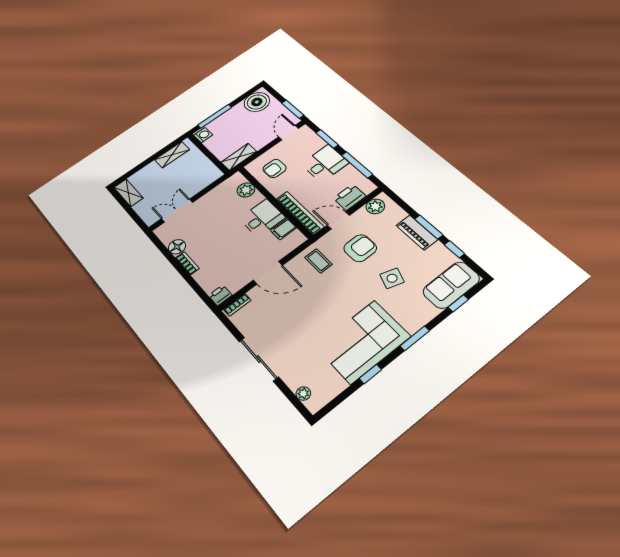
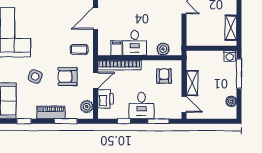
boiler: (257, 102) -> (231, 101), width x0.54, depth x0.54
window: (293, 109) -> (200, 121), removed
shelving: (239, 157) -> (192, 83), moved
window: (357, 165) -> (124, 121), width x0.46
window: (429, 227) -> (66, 121), moved
armchair: (360, 248) -> (68, 77), turned 90

